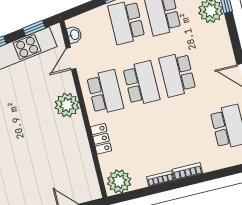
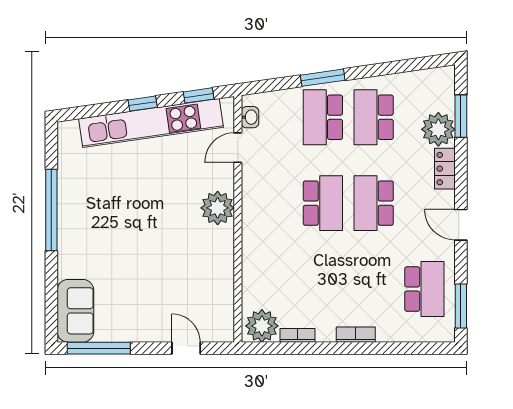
school desk: (105, 92) -> (272, 203), removed
locker: (101, 139) -> (445, 169), moved, turned 180
bookcase: (160, 179) -> (298, 335), moved

